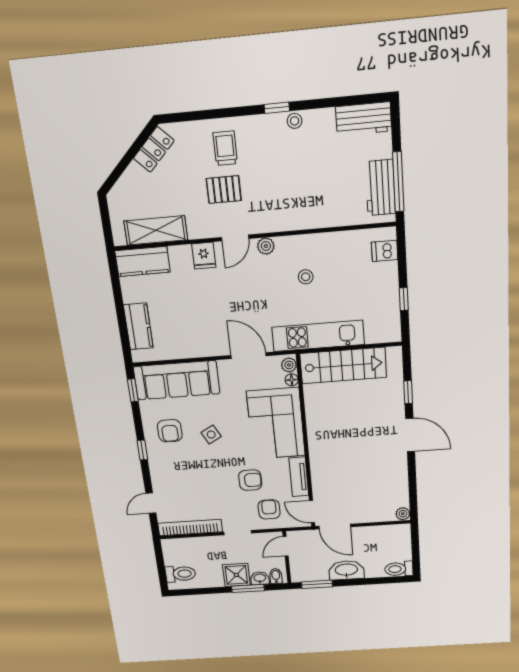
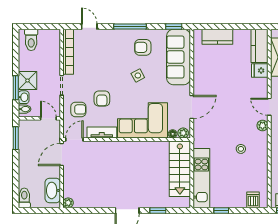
fridge: (204, 256) -> (260, 70), moved
kitchen unit: (318, 336) -> (201, 178), moved
window: (142, 450) -> (130, 26), width x2.17
washbasin: (346, 570) -> (53, 190), moved, turned 180

